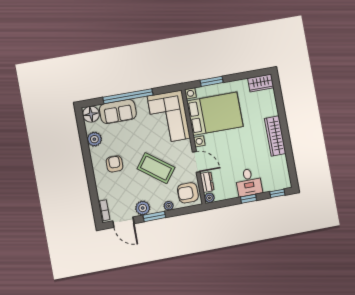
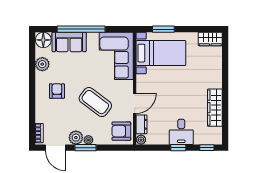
bed with nightstands: (215, 114) -> (161, 53), width x0.73
wardrobe: (275, 136) -> (215, 108), moved
door: (196, 162) -> (135, 103), hinge flipped
plant: (169, 206) -> (88, 140), moved

